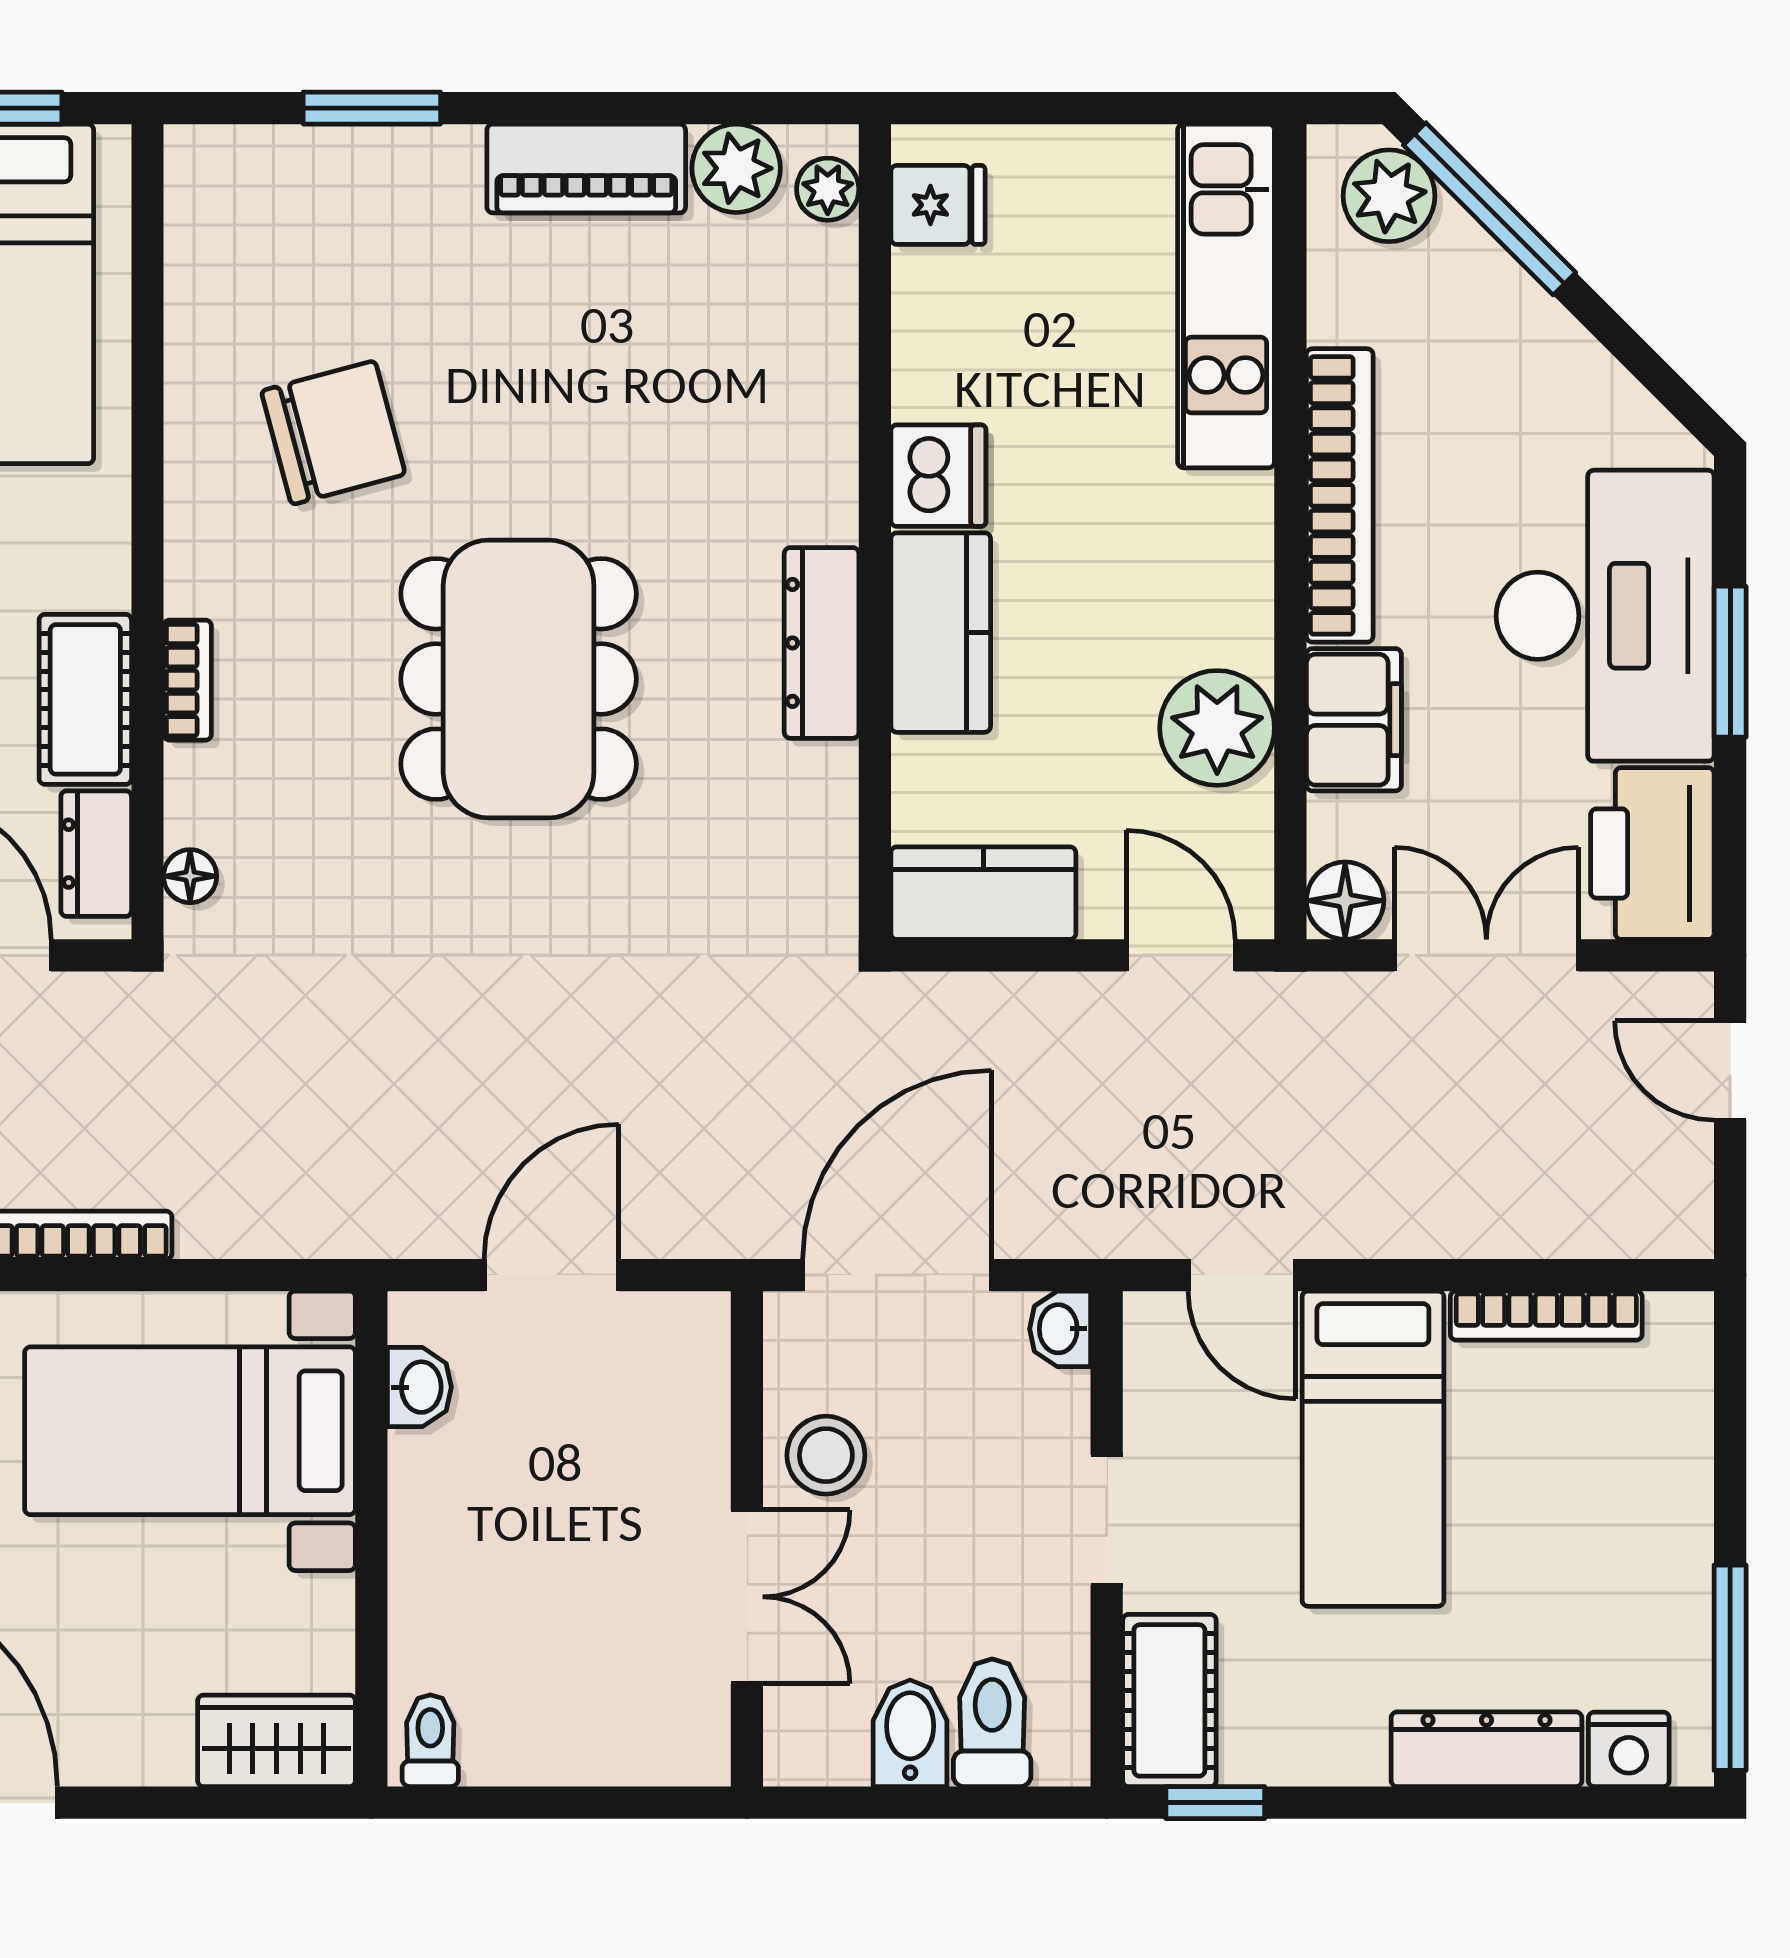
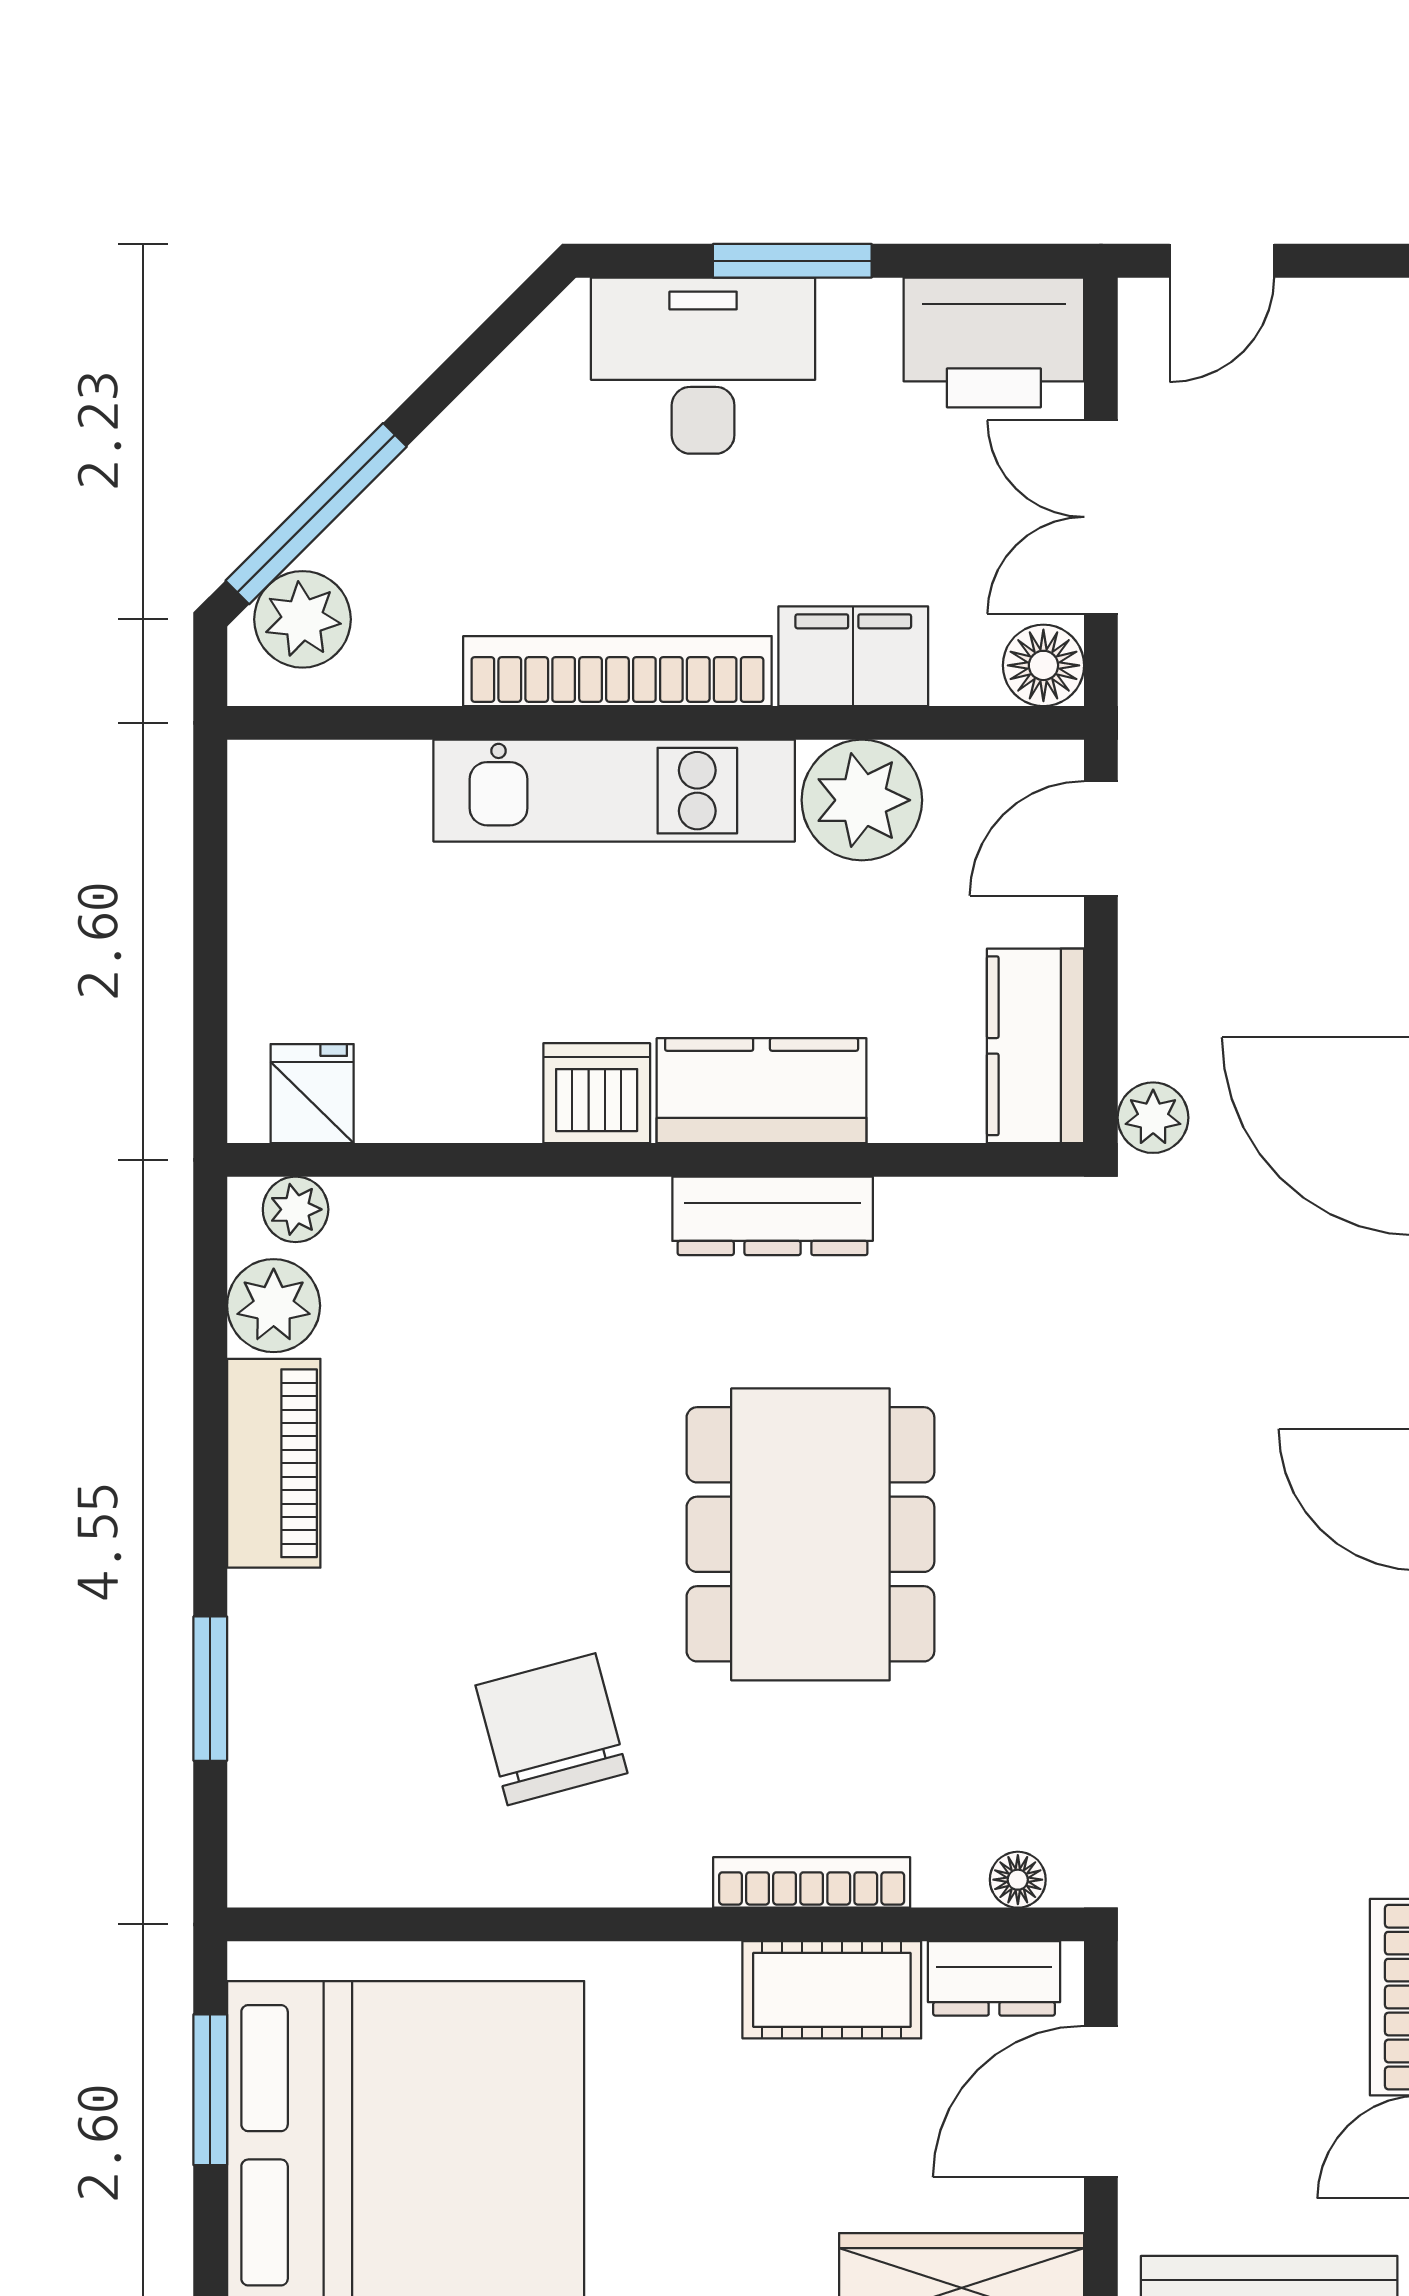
kitchen unit: (1226, 296) -> (614, 791), moved
desk: (1605, 616) -> (703, 366), width x0.73, depth x0.77
dining table: (519, 679) -> (810, 1534), turned 90
bookcase: (187, 680) -> (812, 1882), width x1.56
plant: (915, 1005) -> (1153, 1118), added

